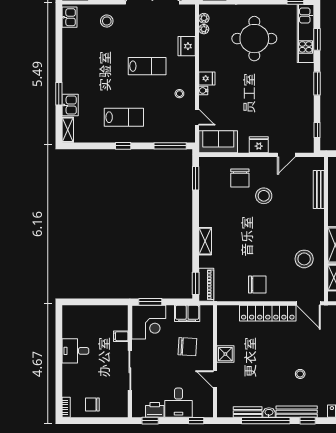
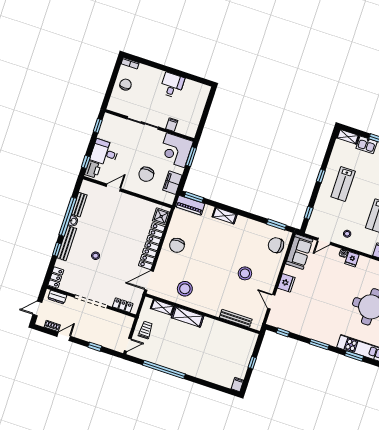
window: (170, 146) -> (309, 213), width x0.46
chair: (240, 178) -> (276, 245), moved
shower: (225, 354) -> (161, 216), moved
printer: (155, 410) -> (93, 169), moved

